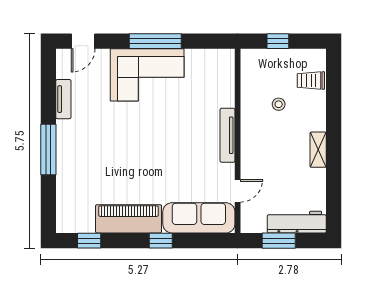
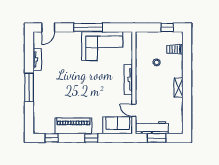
window: (278, 41) -> (167, 27), moved
corner sofa: (147, 75) -> (102, 46), moved
door: (238, 191) -> (134, 110), swing flipped
sofa: (199, 218) -> (118, 125), width x0.73
workbench: (297, 222) -> (152, 128), moved

